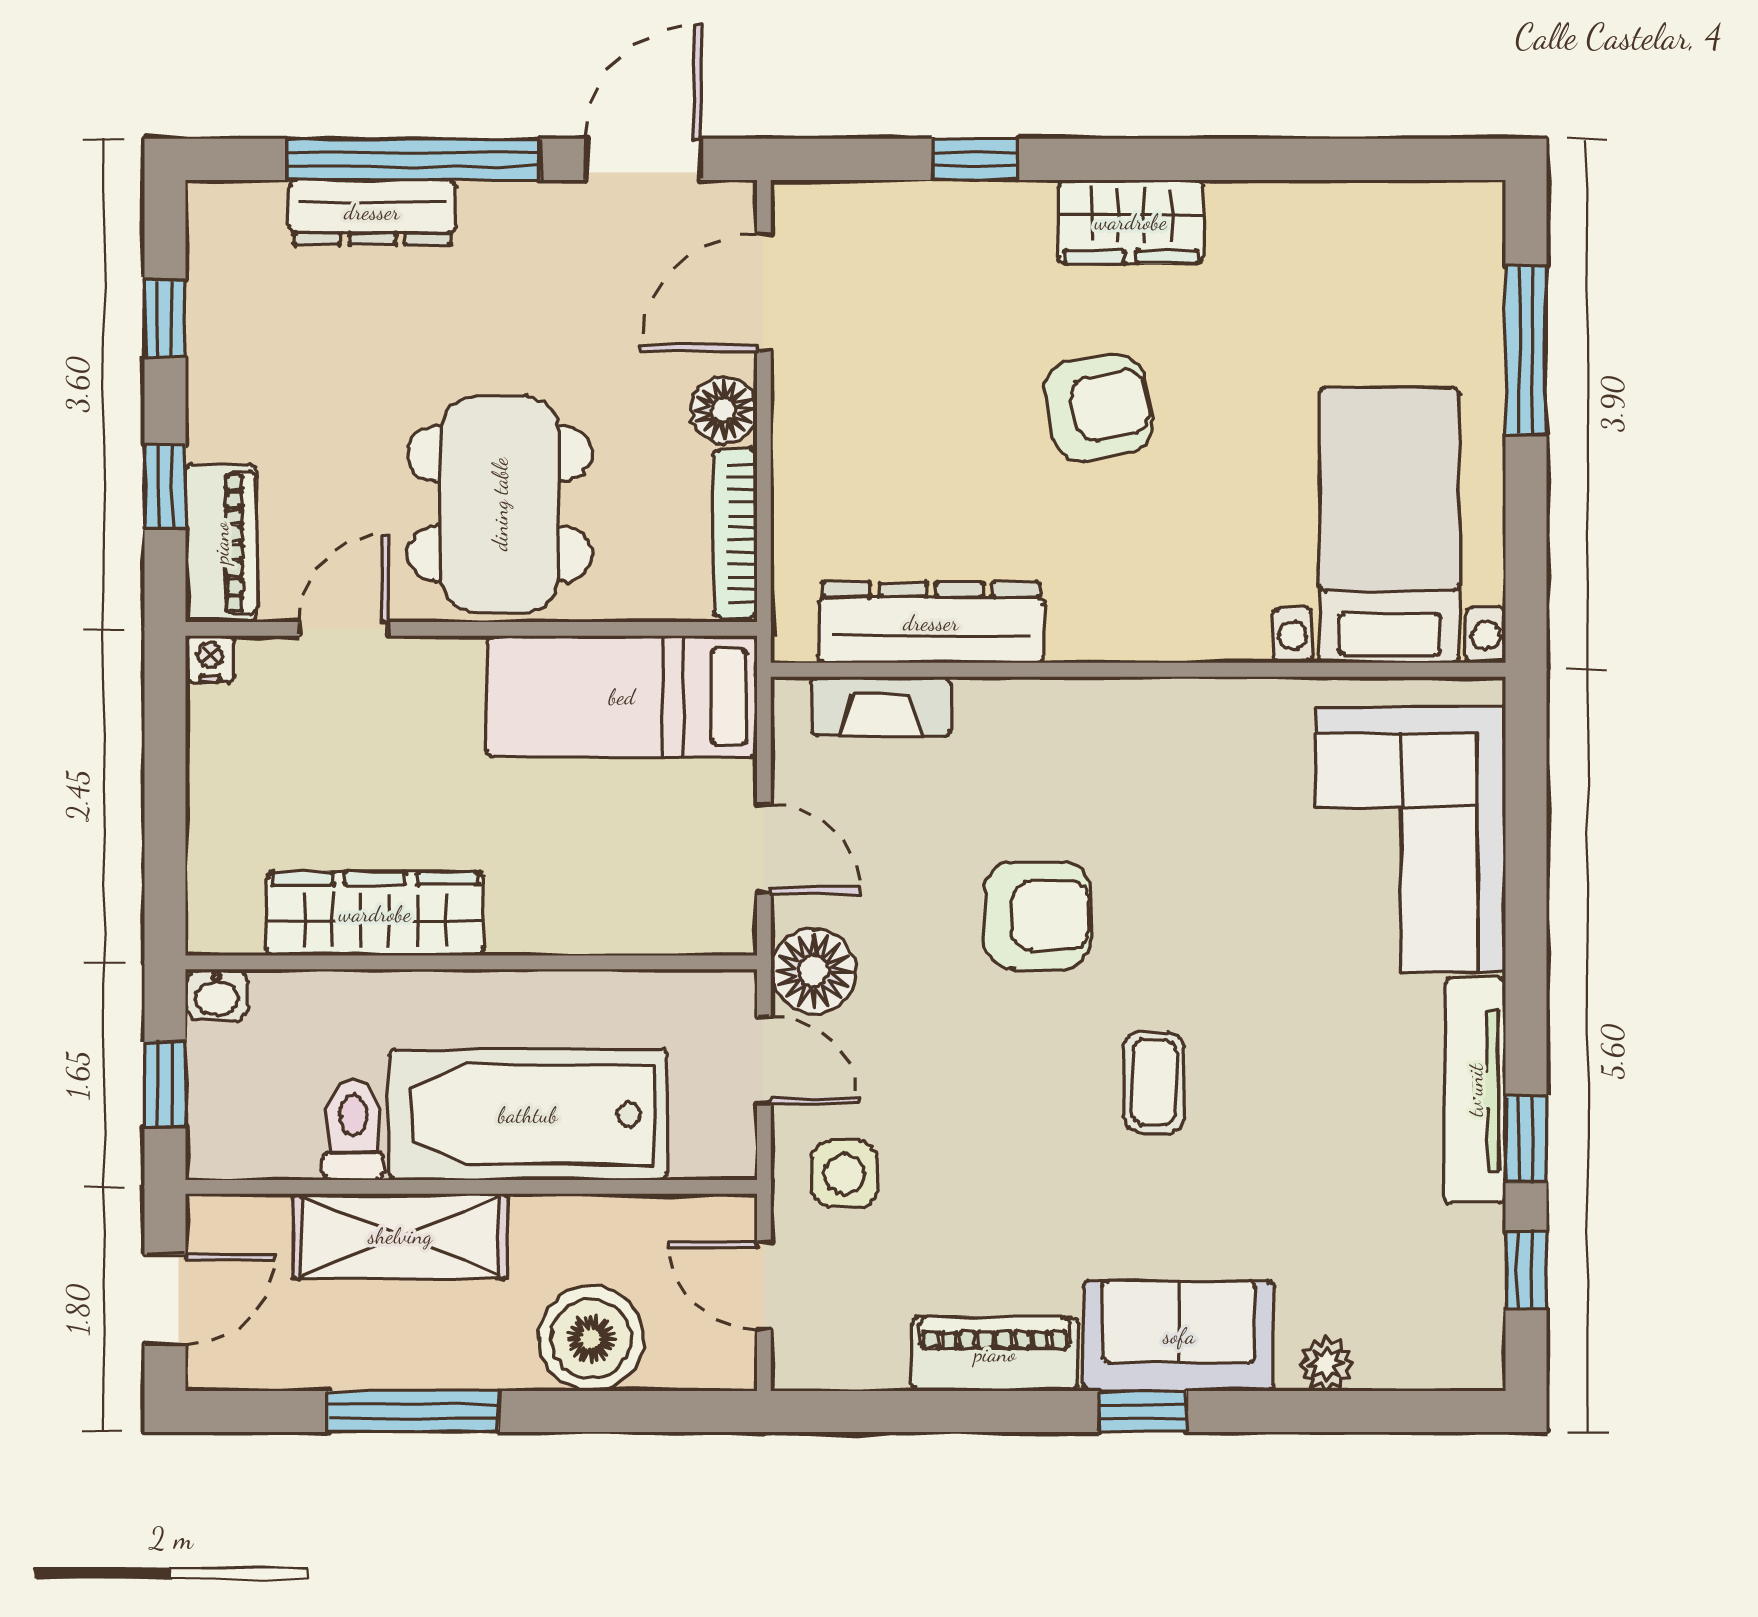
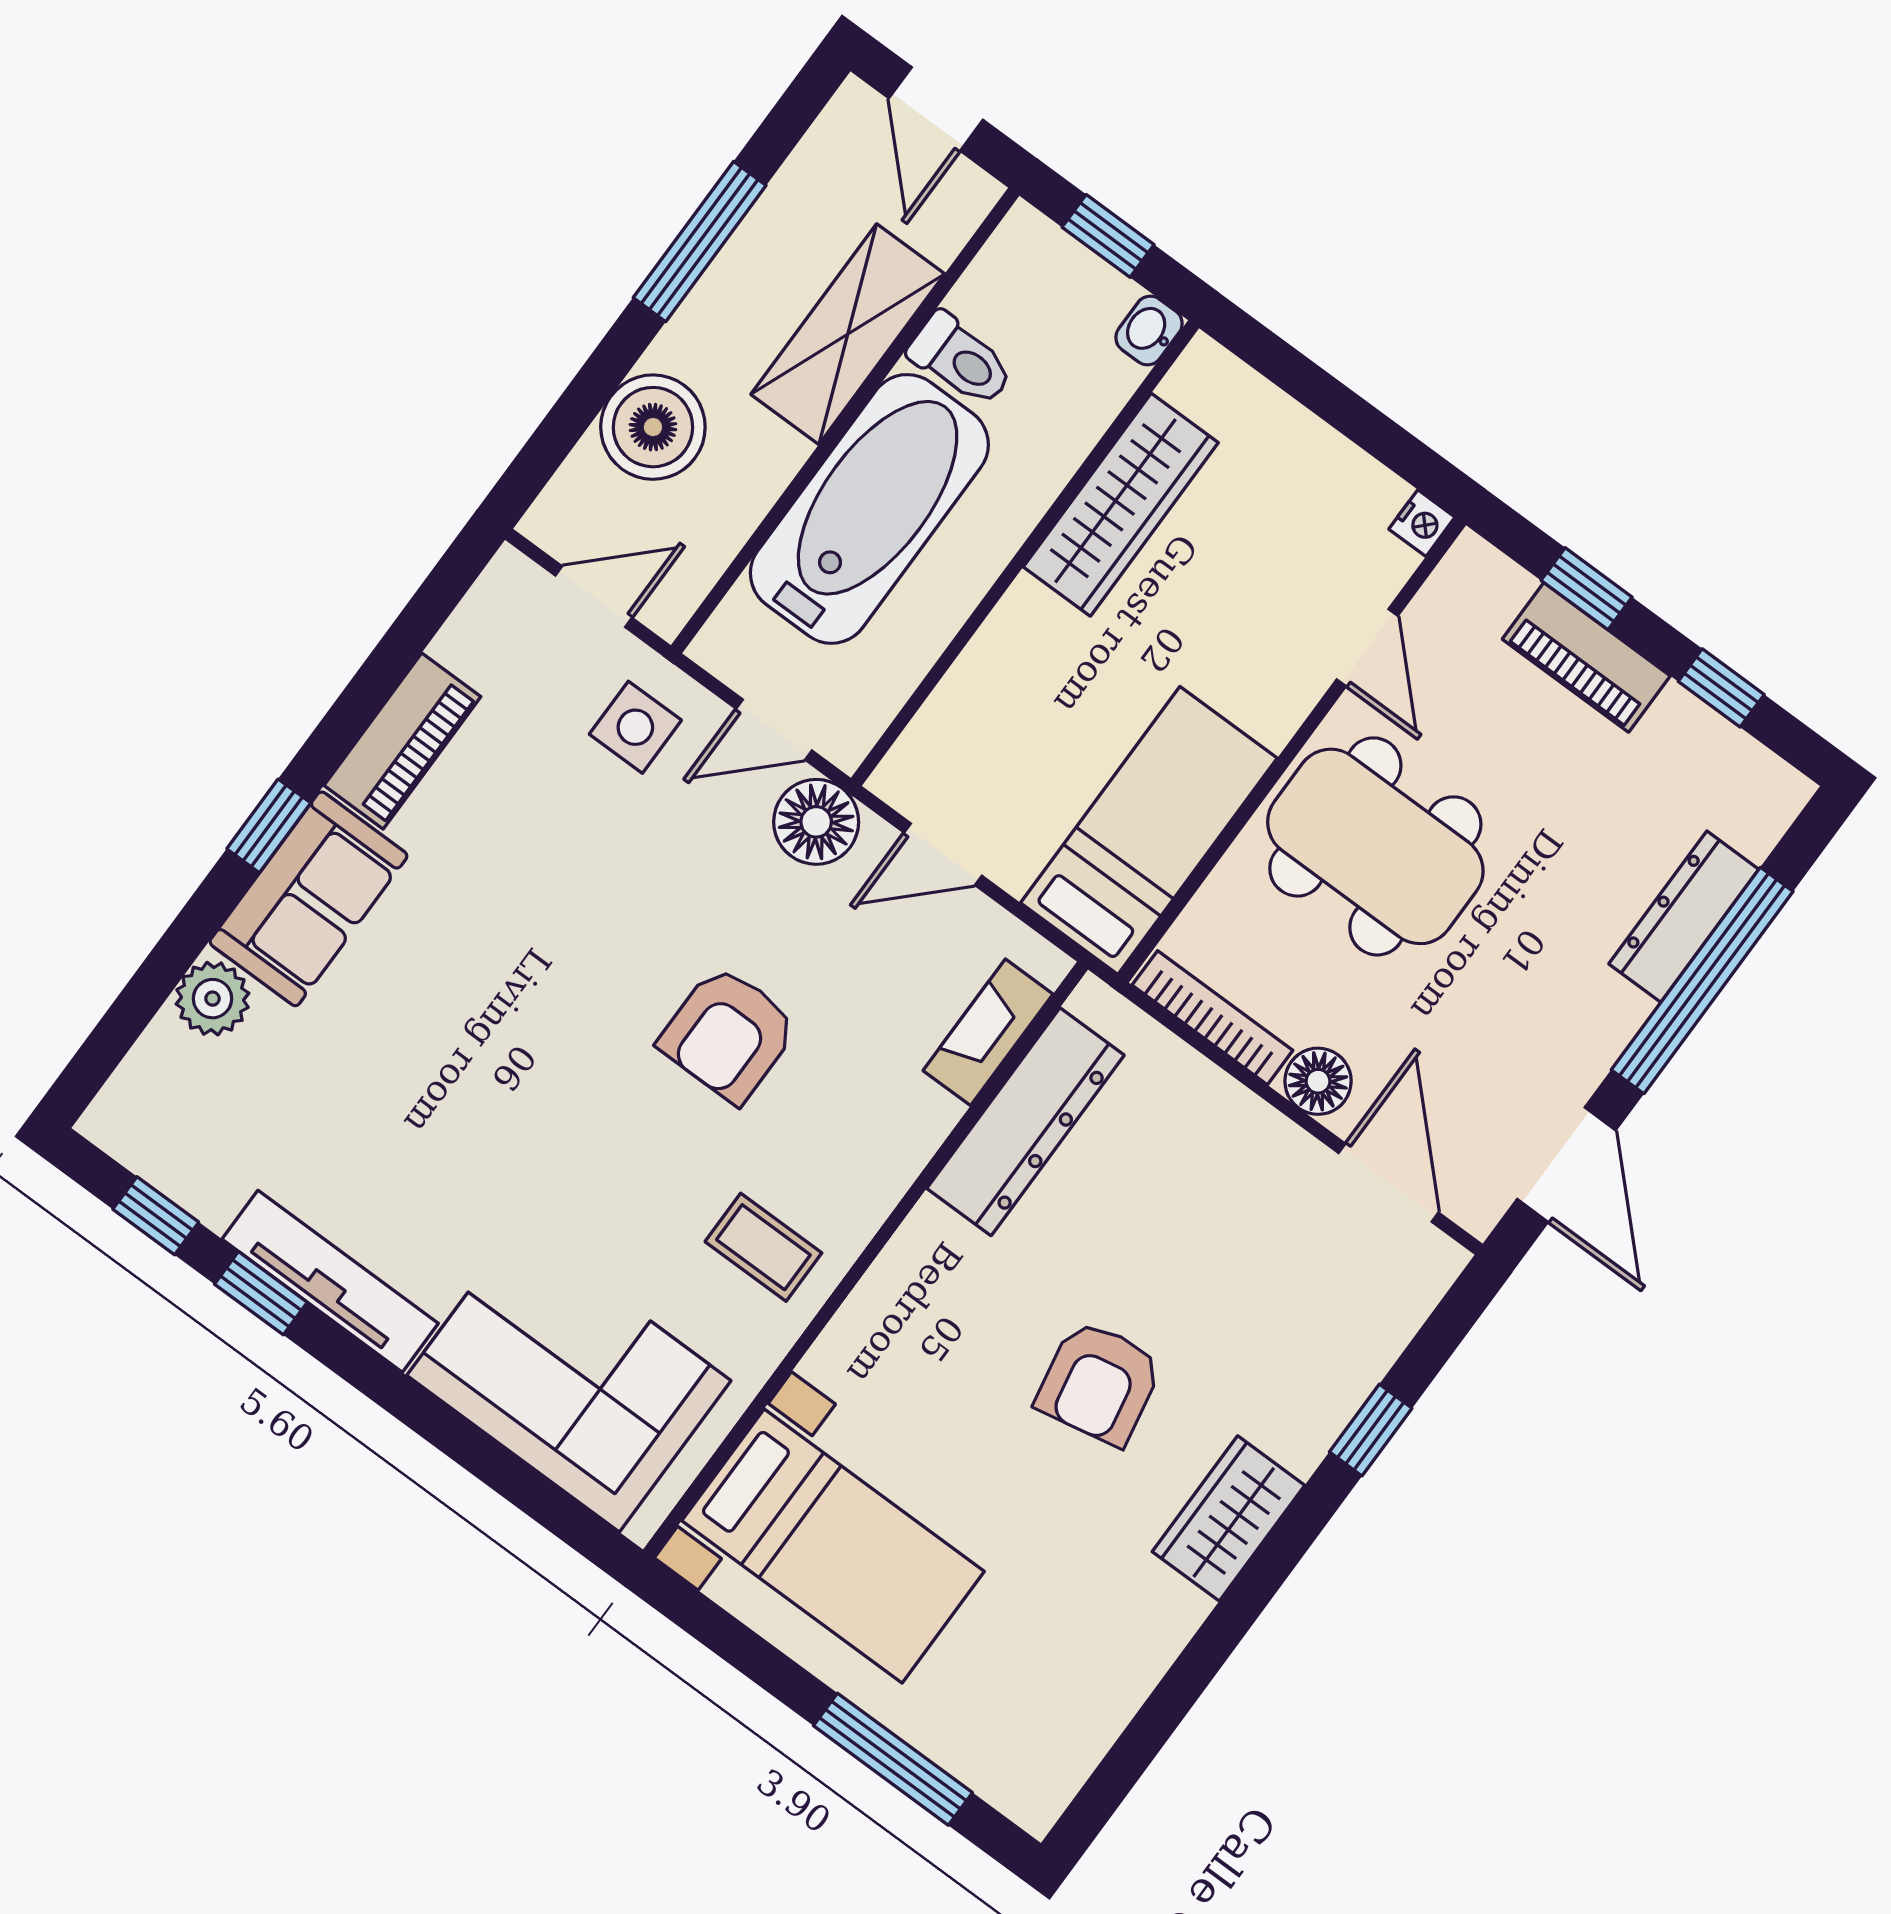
piano: (221, 543) -> (1586, 657), moved
coffee table: (1154, 1082) -> (763, 1247), moved
plant: (1327, 1364) -> (212, 999), width x1.38, depth x1.38

